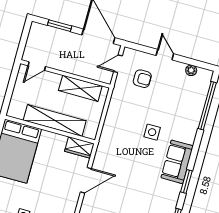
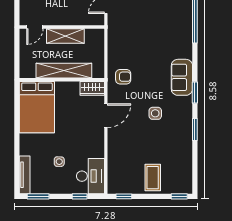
armchair: (142, 79) -> (123, 77), moved
shelving: (80, 88) -> (65, 36), moved
side table: (152, 132) -> (155, 113), moved

